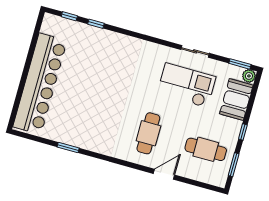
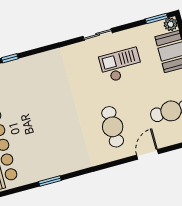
sliding door: (195, 51) -> (98, 34), moved
checkout: (186, 85) -> (121, 65), width x0.73, depth x0.83

